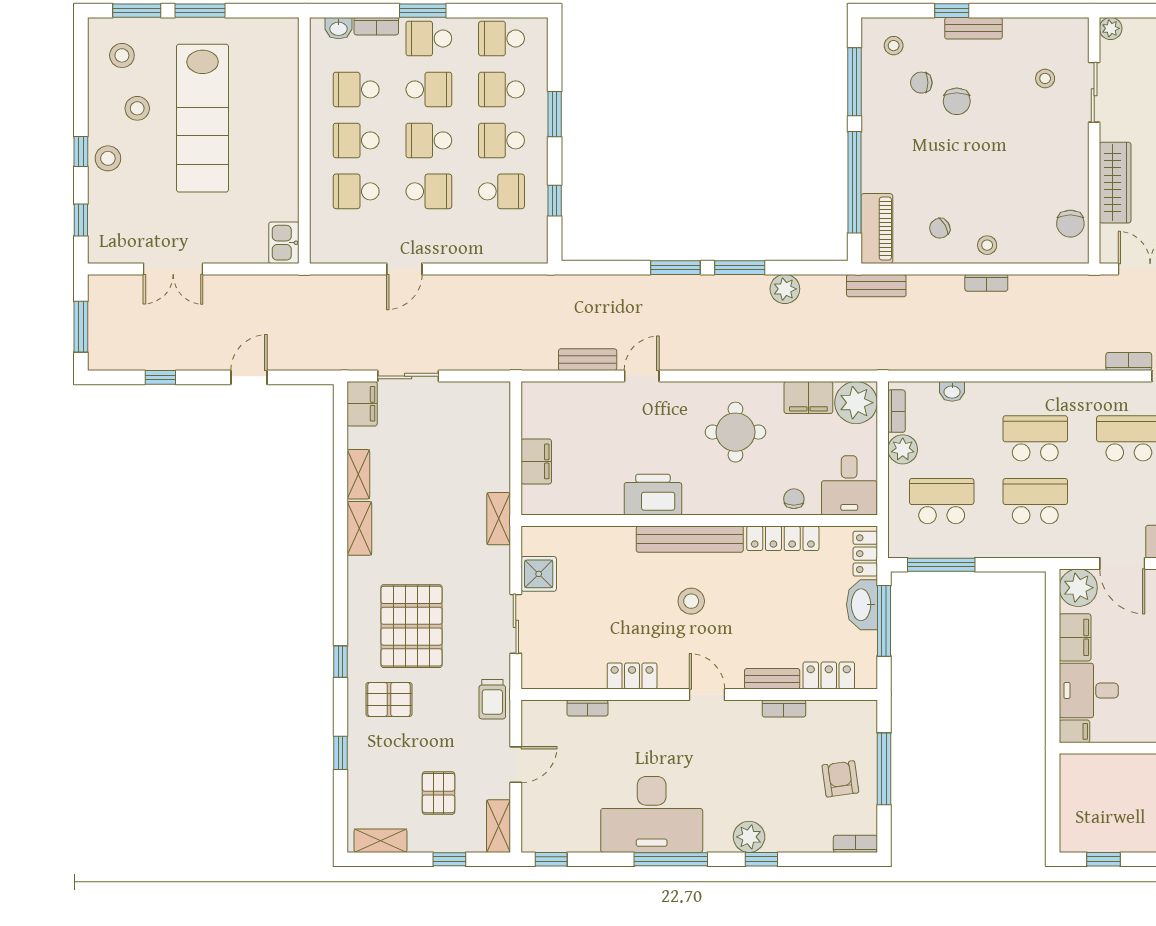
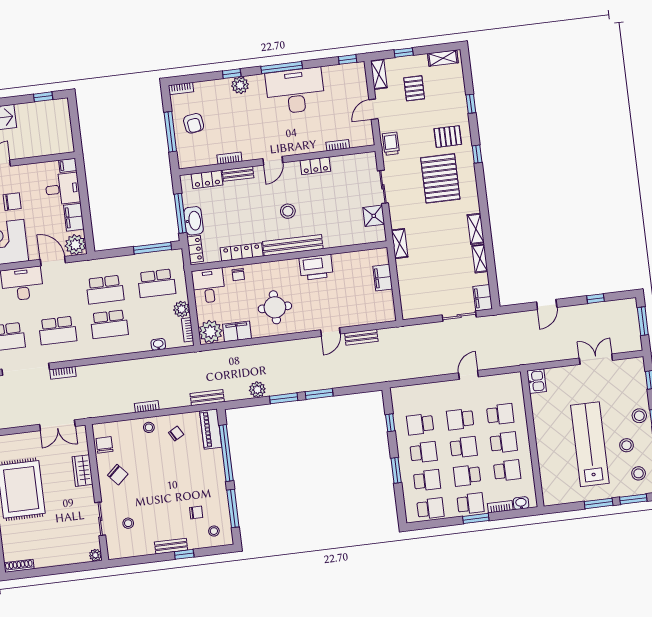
chair: (957, 101) -> (118, 475), moved, turned 138
wardrobe: (1115, 183) -> (83, 471), width x0.67
door: (707, 695) -> (273, 161), hinge flipped

